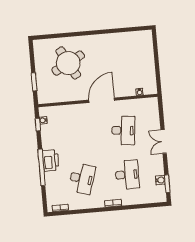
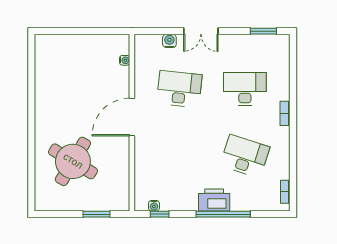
round table: (68, 63) -> (73, 161), turned -31
door: (102, 100) -> (132, 117), hinge flipped
water cooler: (160, 180) -> (169, 41), moved

